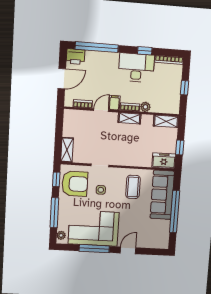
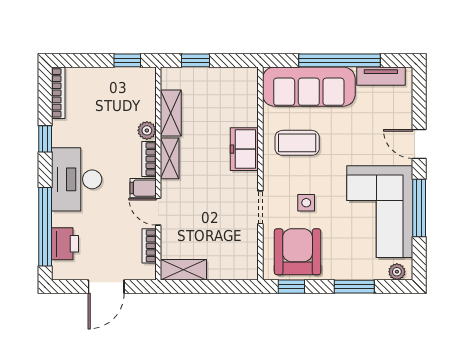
printer: (76, 57) -> (65, 244), moved
desk: (136, 68) -> (77, 179), moved
door: (62, 79) -> (106, 287), swing flipped
window: (184, 88) -> (127, 60), moved
shelving: (166, 121) -> (171, 113), moved
window: (180, 147) -> (196, 60), moved
shelving: (67, 150) -> (183, 270), moved
freezer: (164, 161) -> (244, 149), moved
window: (54, 213) -> (354, 287), width x0.69
tv unit: (165, 232) -> (381, 76), added

